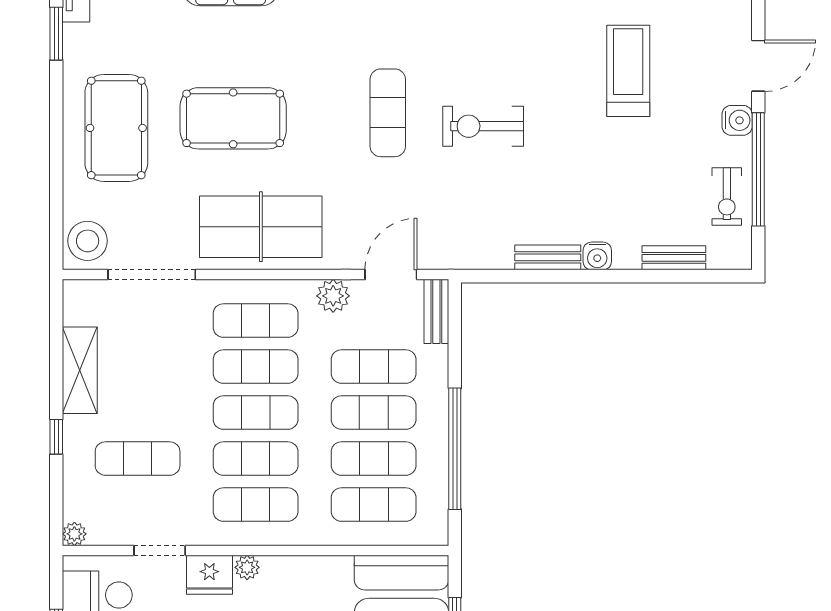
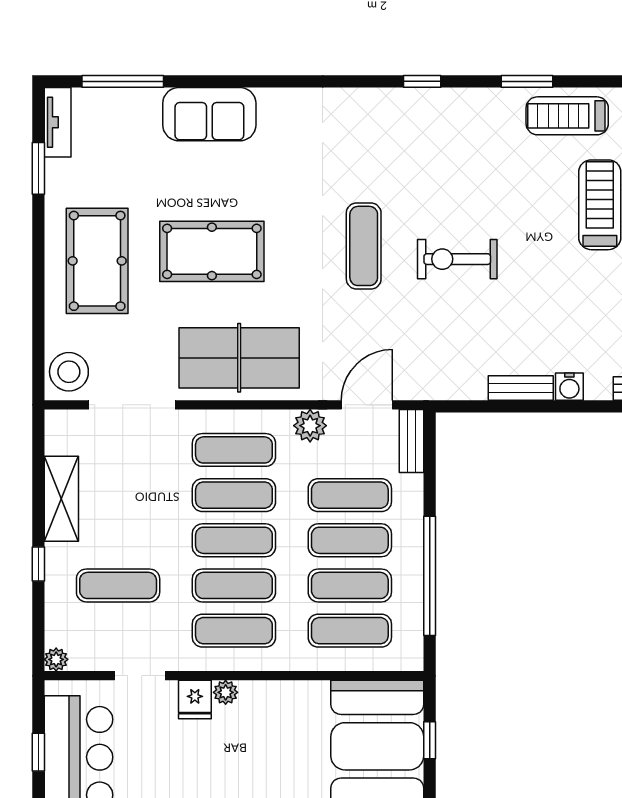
fridge: (209, 575) -> (195, 700), width x0.72

